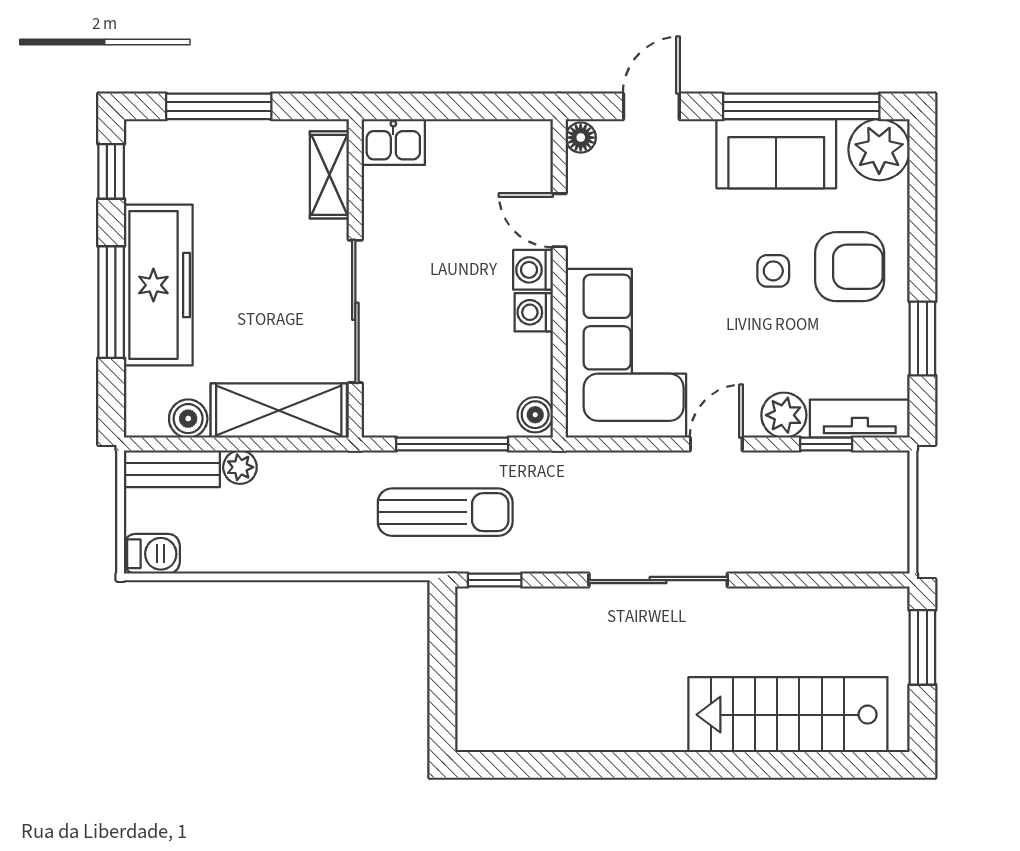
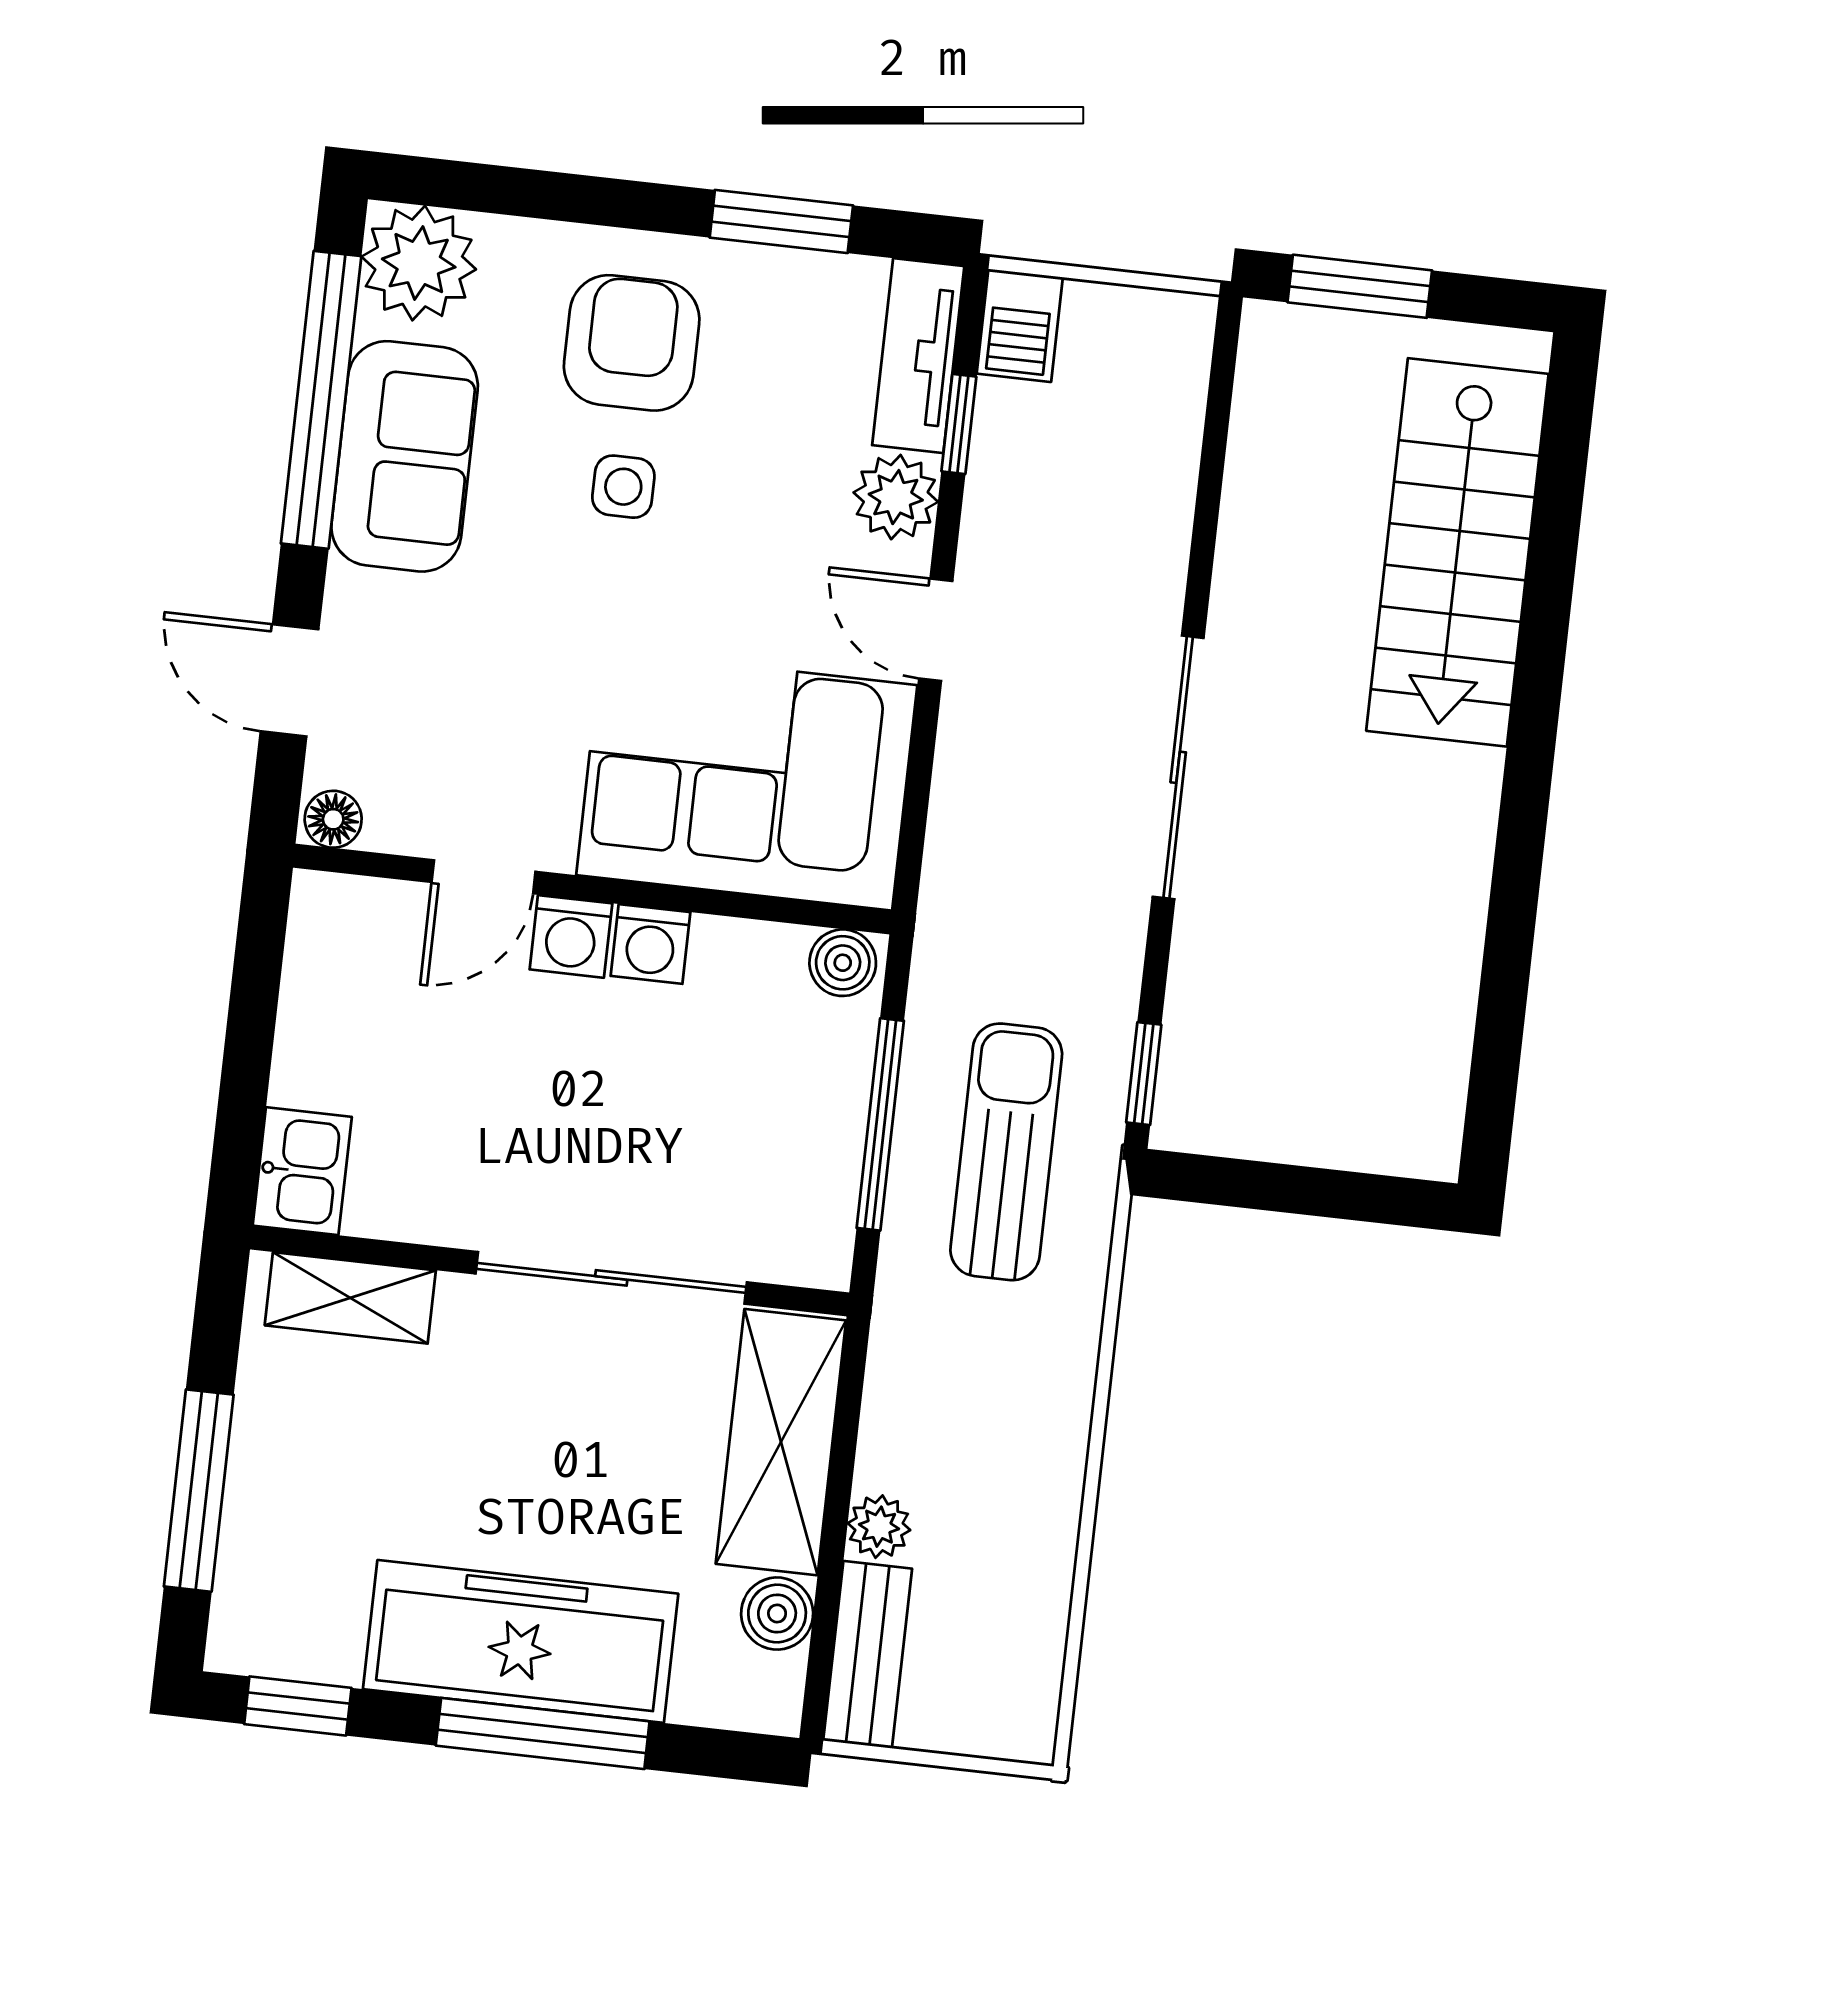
barbecue: (152, 554) -> (1020, 325), moved, turned 180

